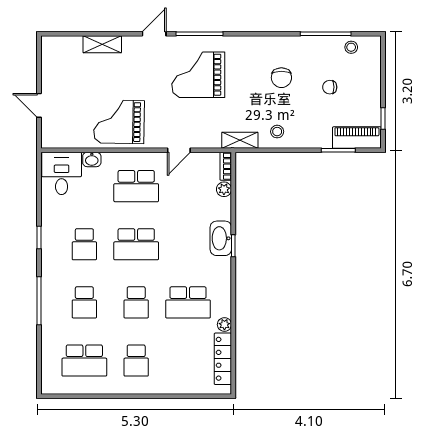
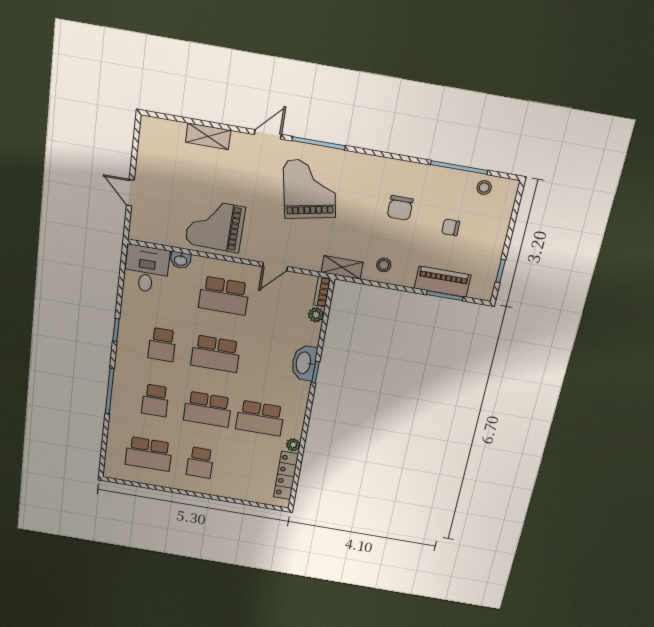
grand piano: (198, 75) -> (309, 189), turned 79
piano: (357, 138) -> (443, 282), moved
school desk: (136, 302) -> (208, 409), width x1.85

